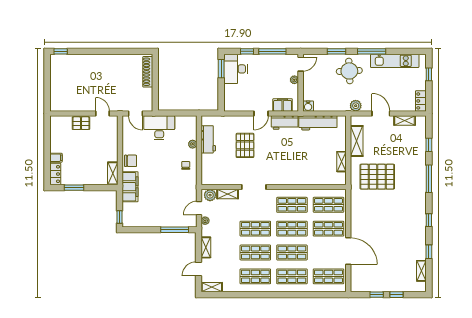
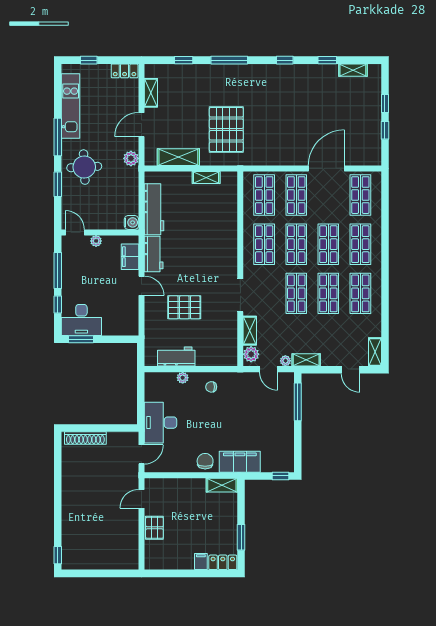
shelving: (206, 247) -> (306, 360), moved

